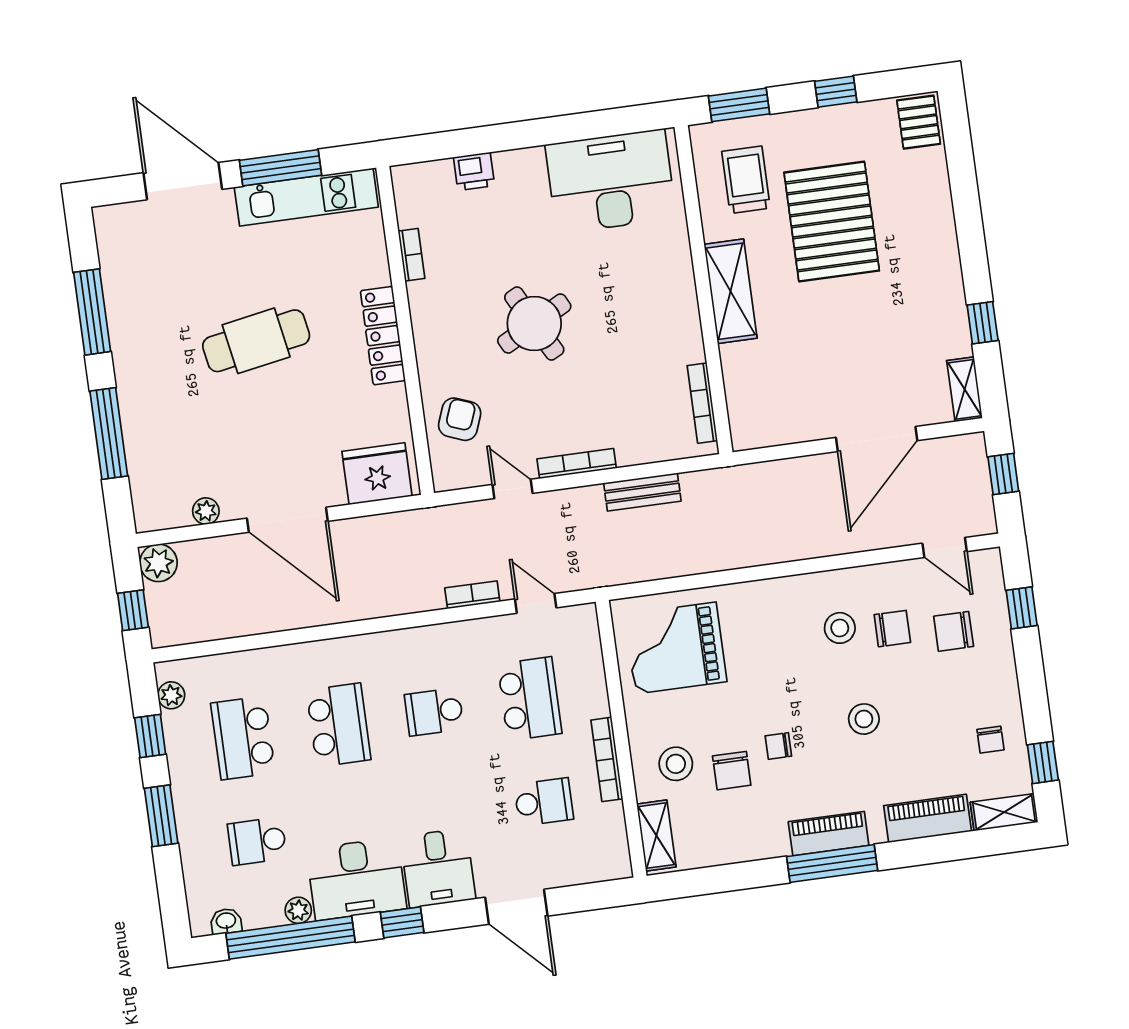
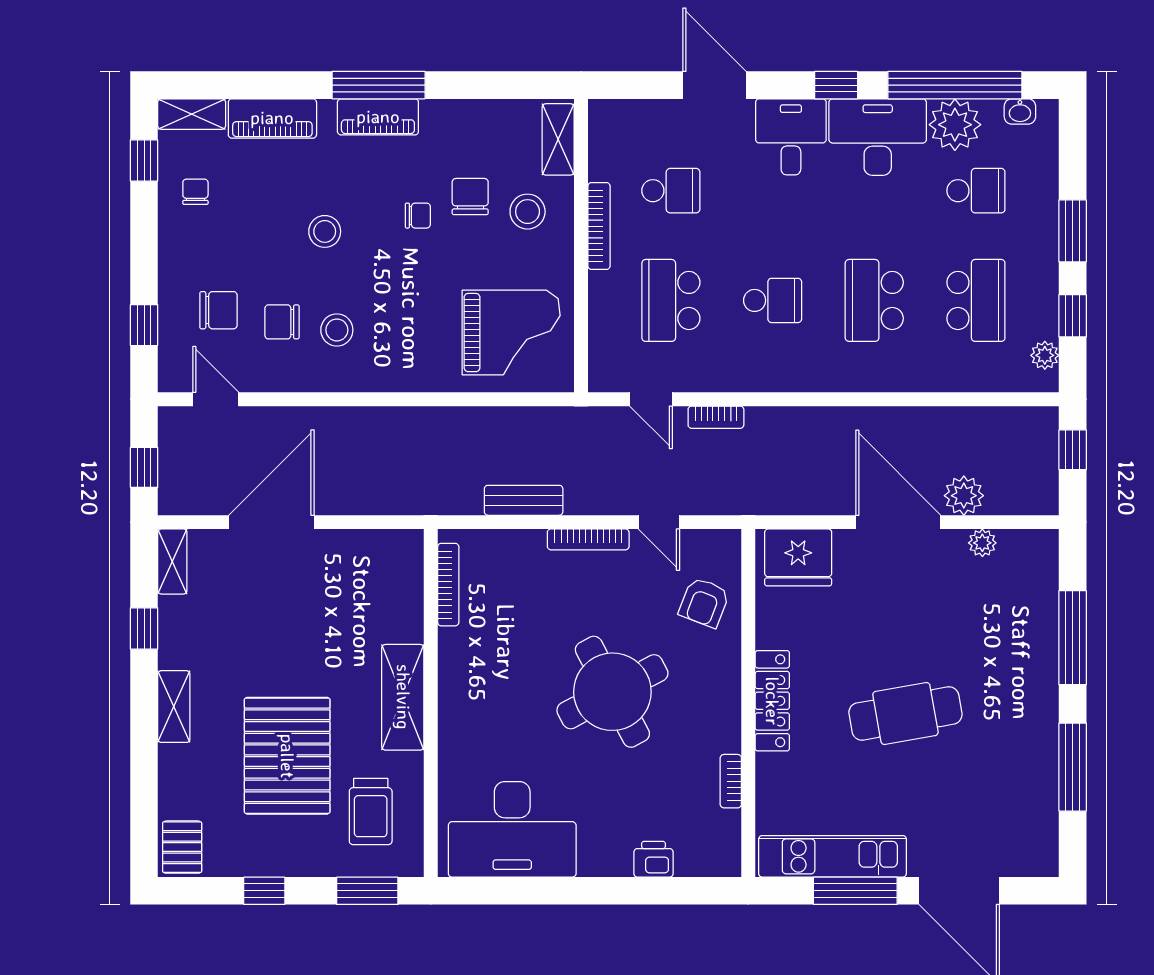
shelving: (944, 253) -> (174, 707), added
round table: (534, 324) -> (612, 692), width x1.36, depth x1.36
plant: (158, 563) -> (964, 496), moved
school desk: (544, 802) -> (671, 191), turned 180
plant: (298, 910) -> (955, 125), width x1.88, depth x1.88

